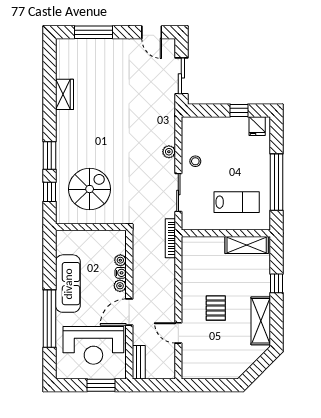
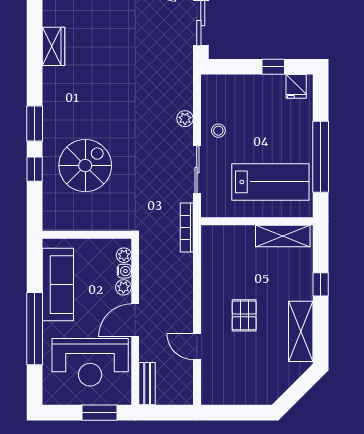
lab bench: (237, 202) -> (270, 182), width x1.36, depth x1.39
wall: (91, 227) -> (87, 235), moved

